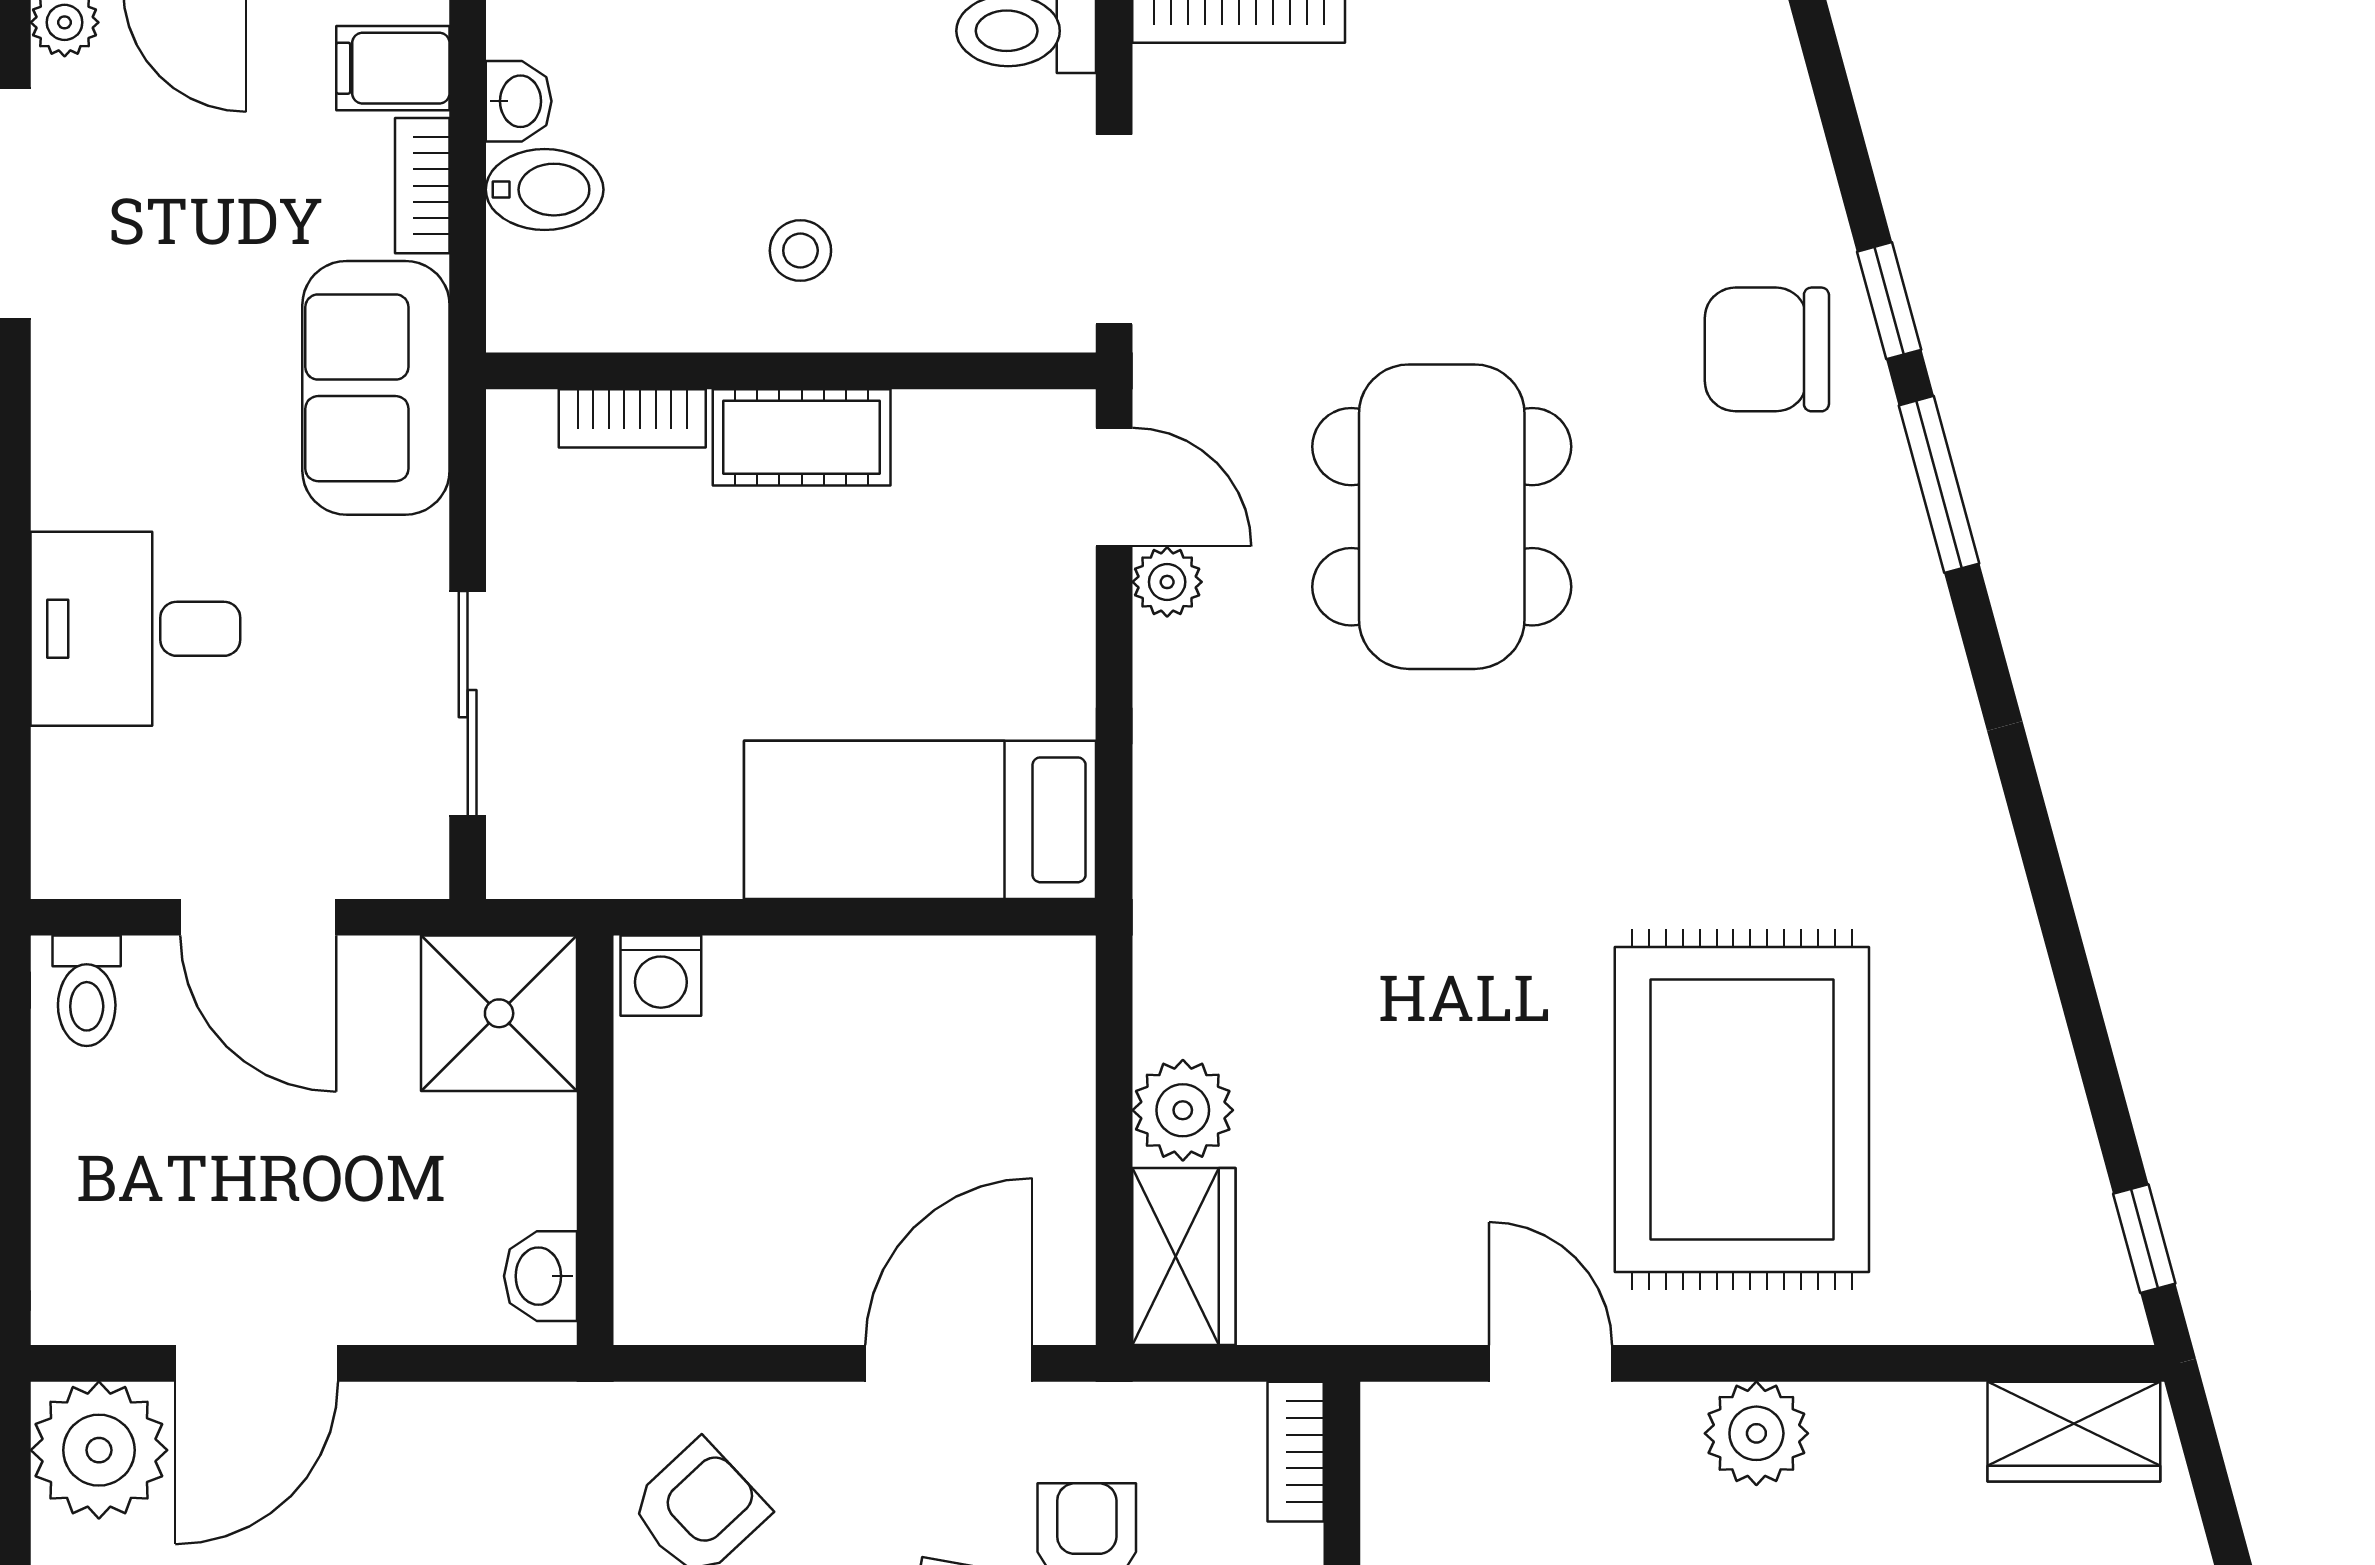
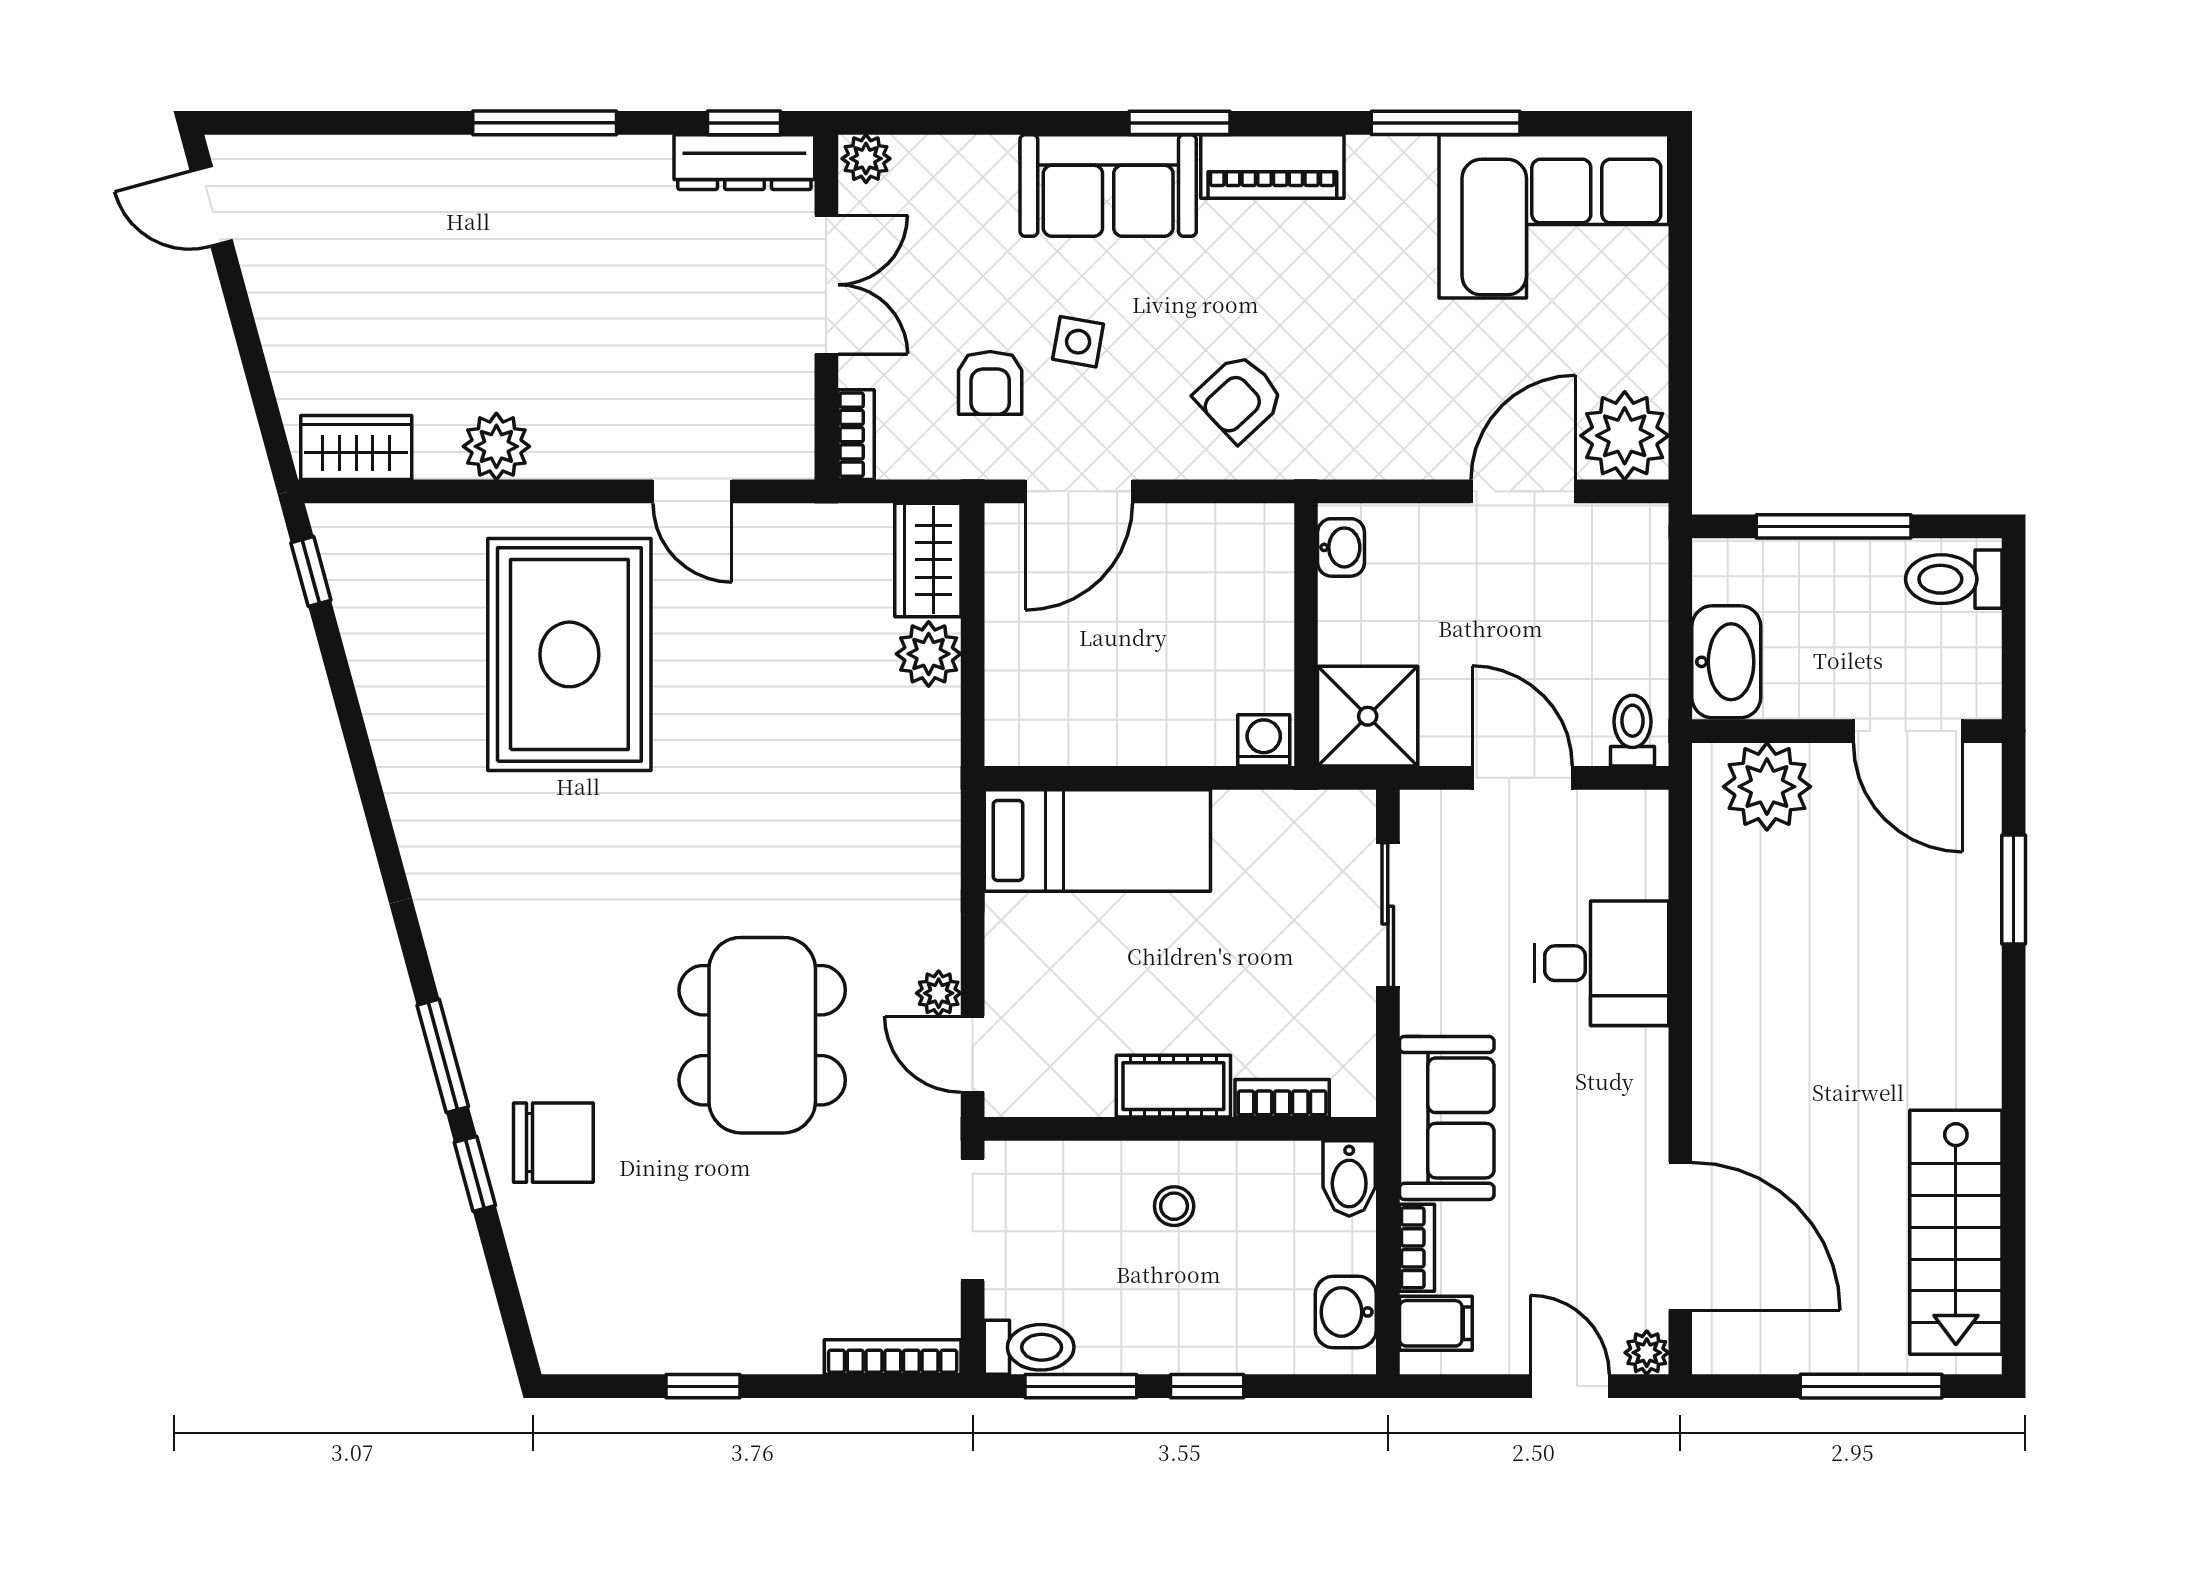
washbasin: (519, 101) -> (1346, 1312), width x1.38, depth x1.45
bidet: (545, 190) -> (1349, 1178), moved, turned -90
plant: (1756, 1433) -> (496, 446), moved

